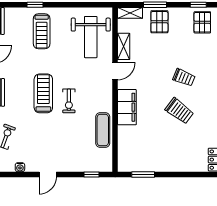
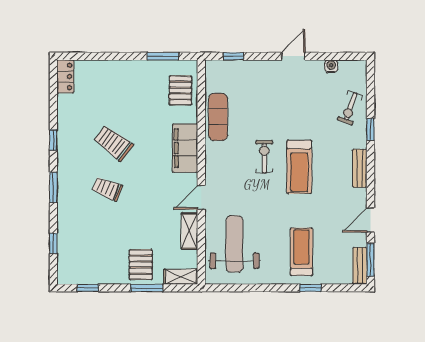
pallet: (202, 22) -> (180, 90), moved

